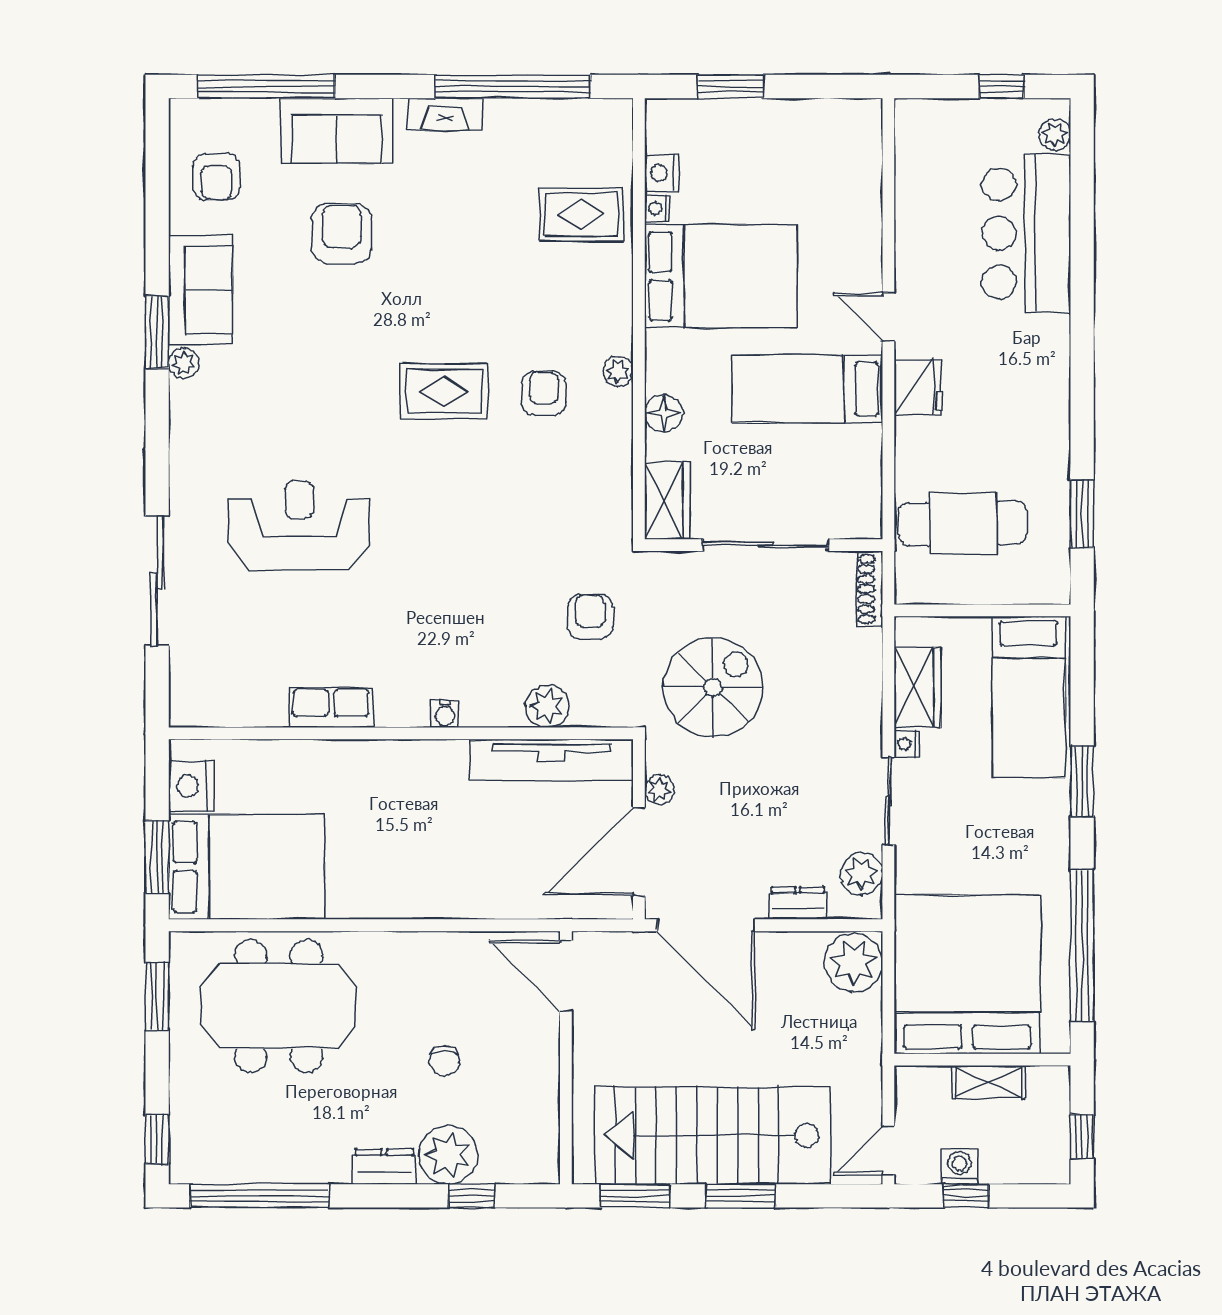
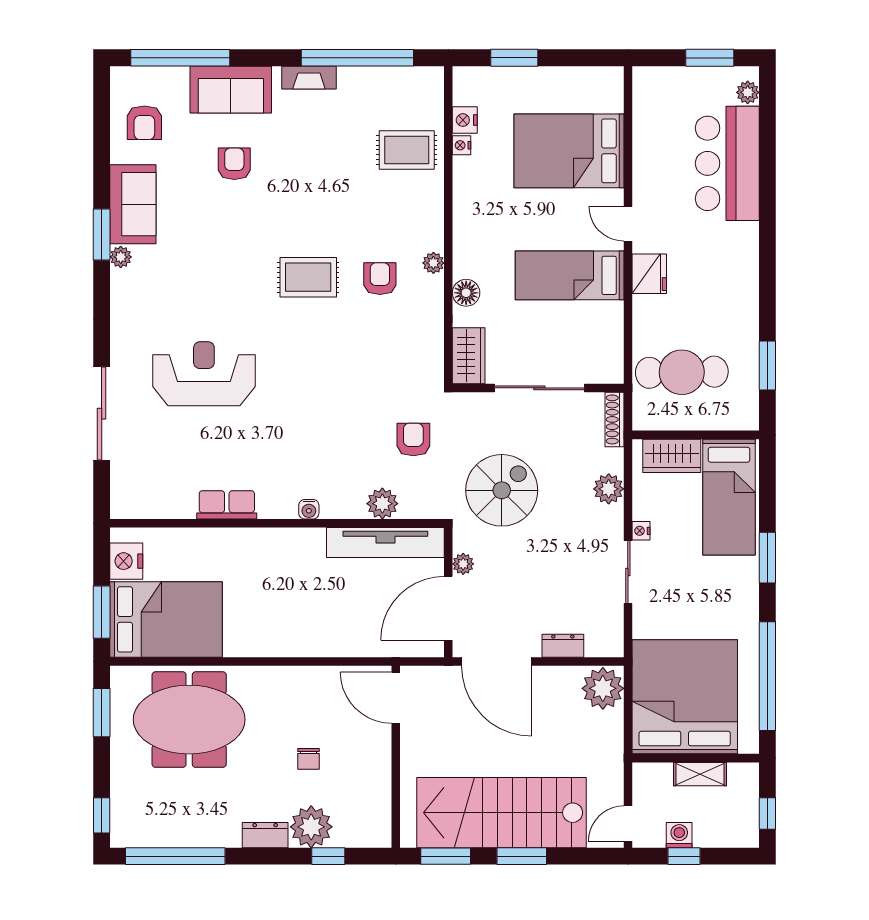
window: (1002, 87) -> (710, 58), width x1.50
armchair: (341, 234) -> (234, 164), width x0.72, depth x0.72
bed: (721, 276) -> (569, 151), moved, turned 180
wardrobe: (917, 687) -> (672, 456), moved, turned 90
plant: (861, 874) -> (609, 489), moved

